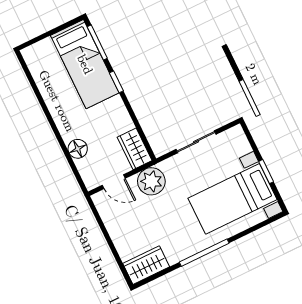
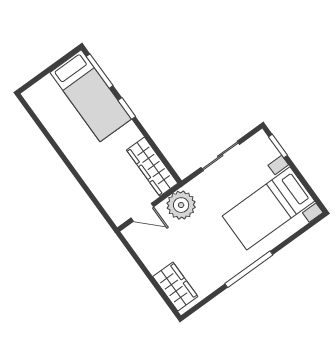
floor lamp: (78, 149) -> (99, 185), removed
wardrobe: (135, 149) -> (152, 167), width x1.50
window: (266, 172) -> (278, 146), moved
wardrobe: (146, 265) -> (175, 286), moved, turned 90

